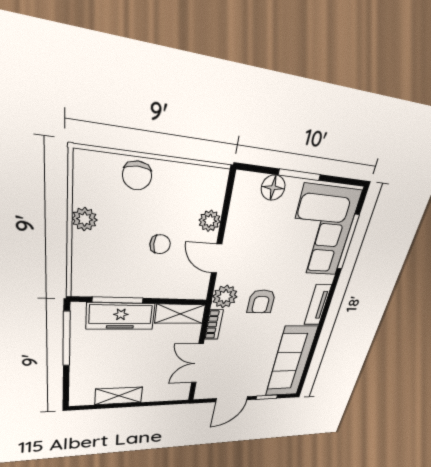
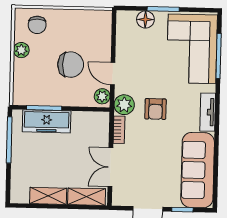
chair: (137, 176) -> (37, 25), moved
plant: (210, 221) -> (102, 96), moved
chair: (160, 244) -> (71, 65), width x1.87, depth x1.87
shelving: (180, 314) -> (87, 197), moved

